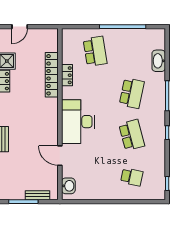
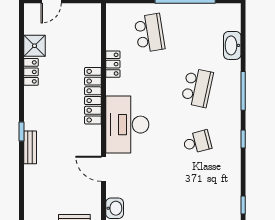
locker: (52, 75) -> (93, 96), moved
school desk: (132, 135) -> (197, 142), width x0.54
school desk: (132, 177) -> (197, 197), removed

